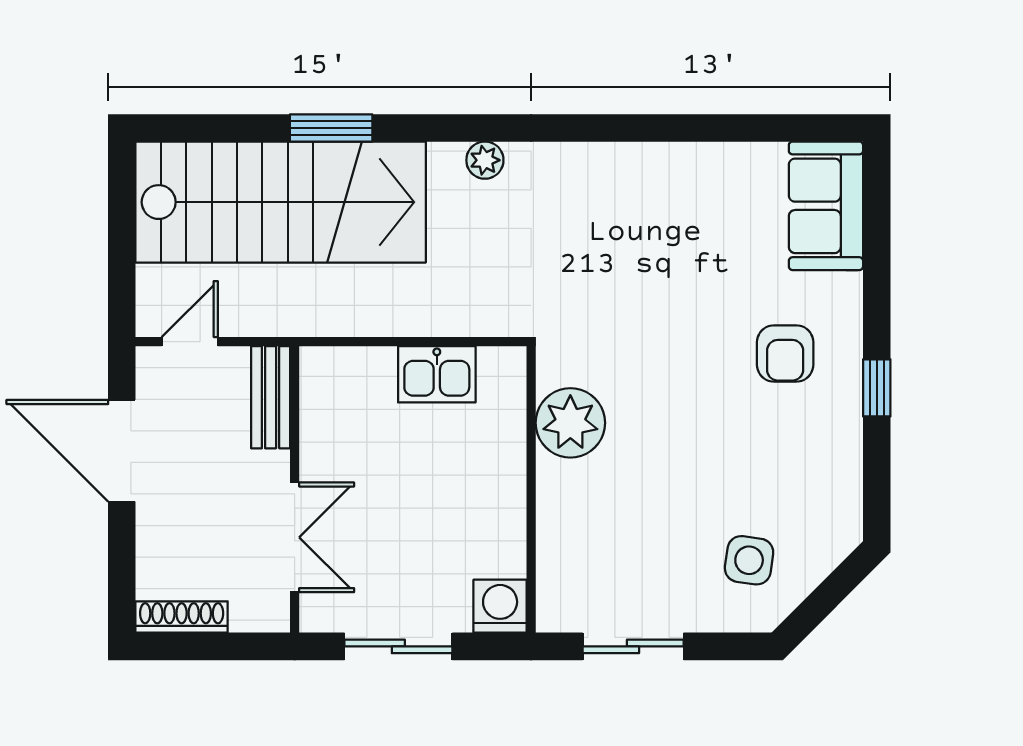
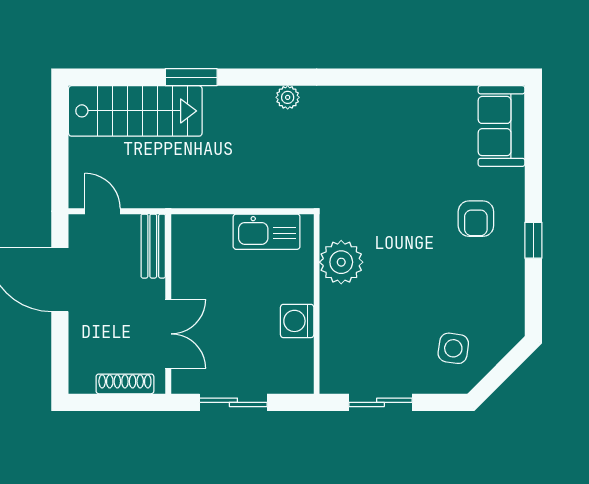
stairs: (281, 202) -> (135, 111), width x0.73, depth x0.66
door: (190, 342) -> (103, 211), hinge flipped
kitchen sink: (437, 374) -> (267, 232), width x1.38
washing machine: (500, 606) -> (297, 321), moved, turned -90
shoe rack: (182, 617) -> (125, 384), moved

